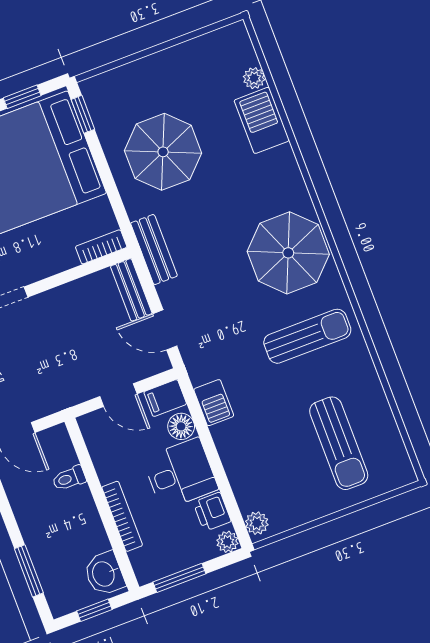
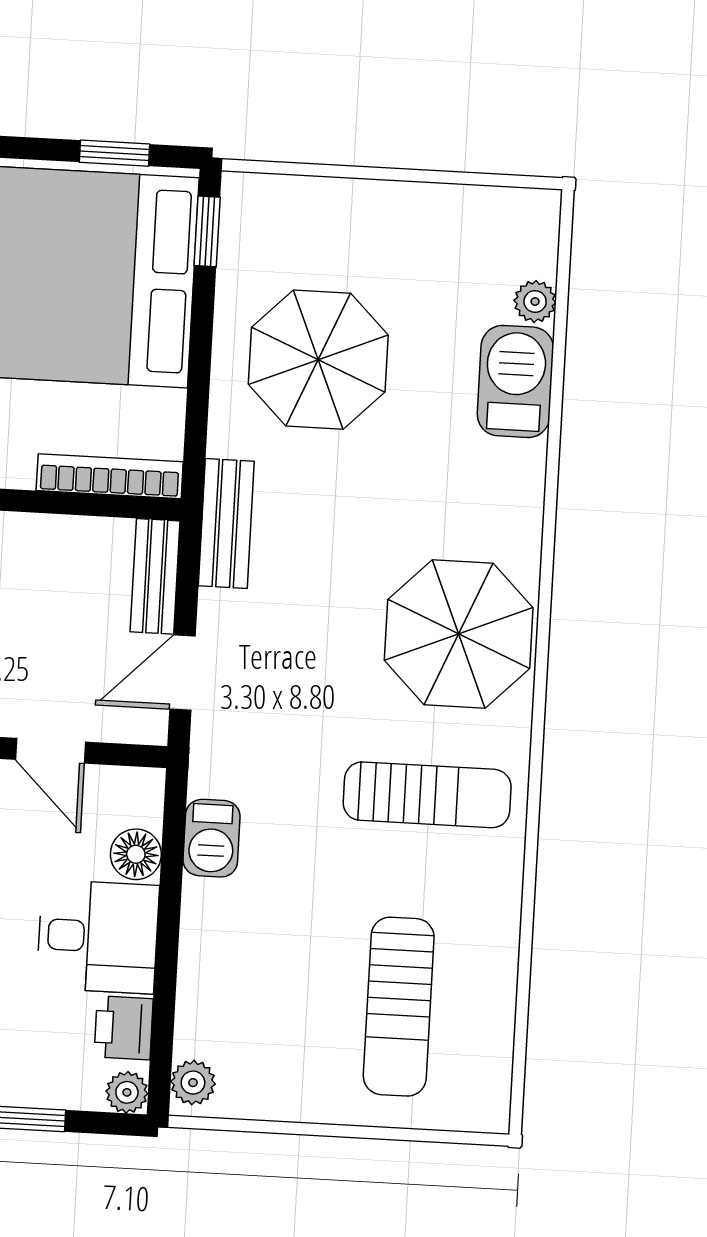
bookcase: (101, 247) -> (110, 476), width x1.56
door: (165, 330) -> (182, 673), hinge flipped
filing cabinet: (165, 398) -> (130, 792), removed

